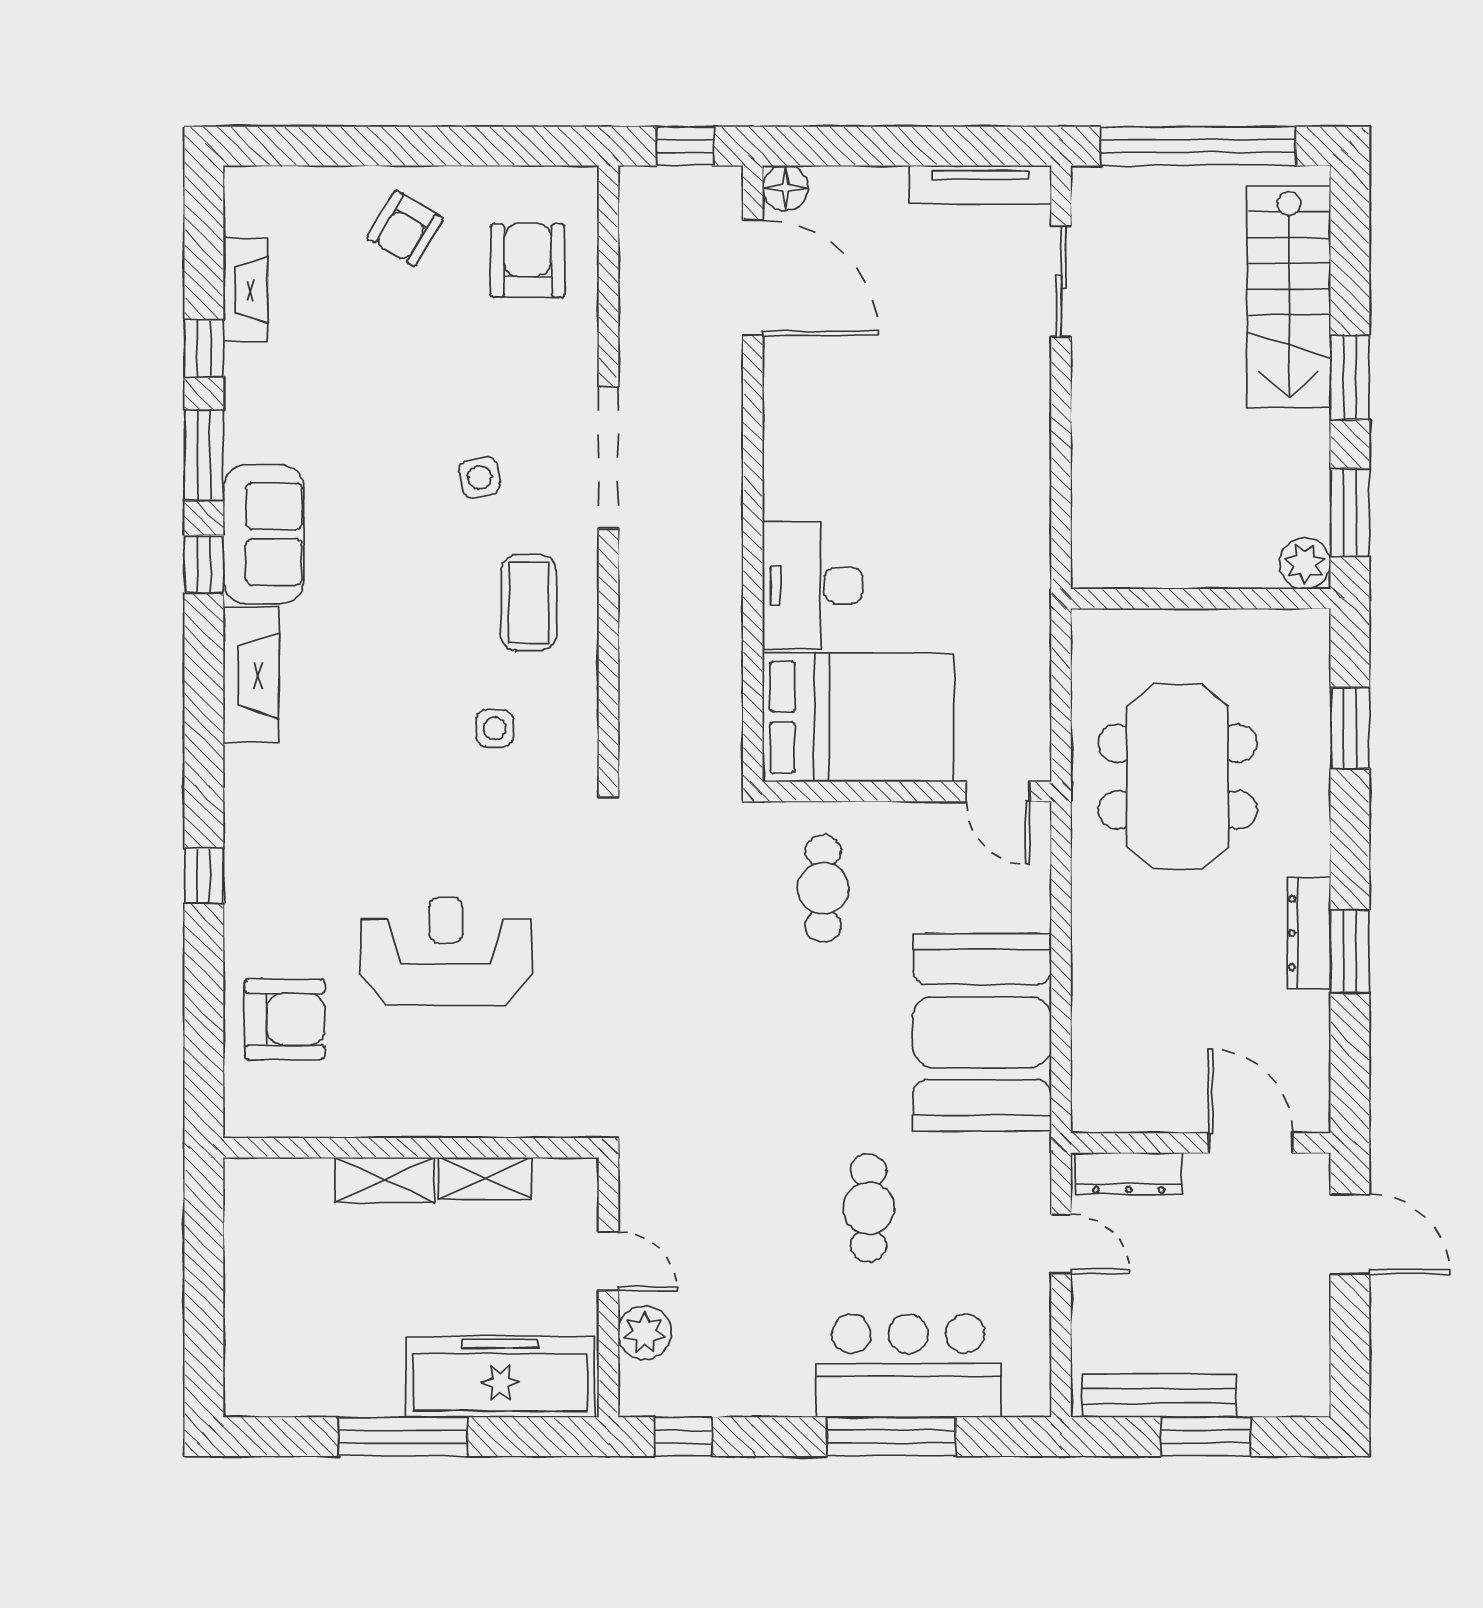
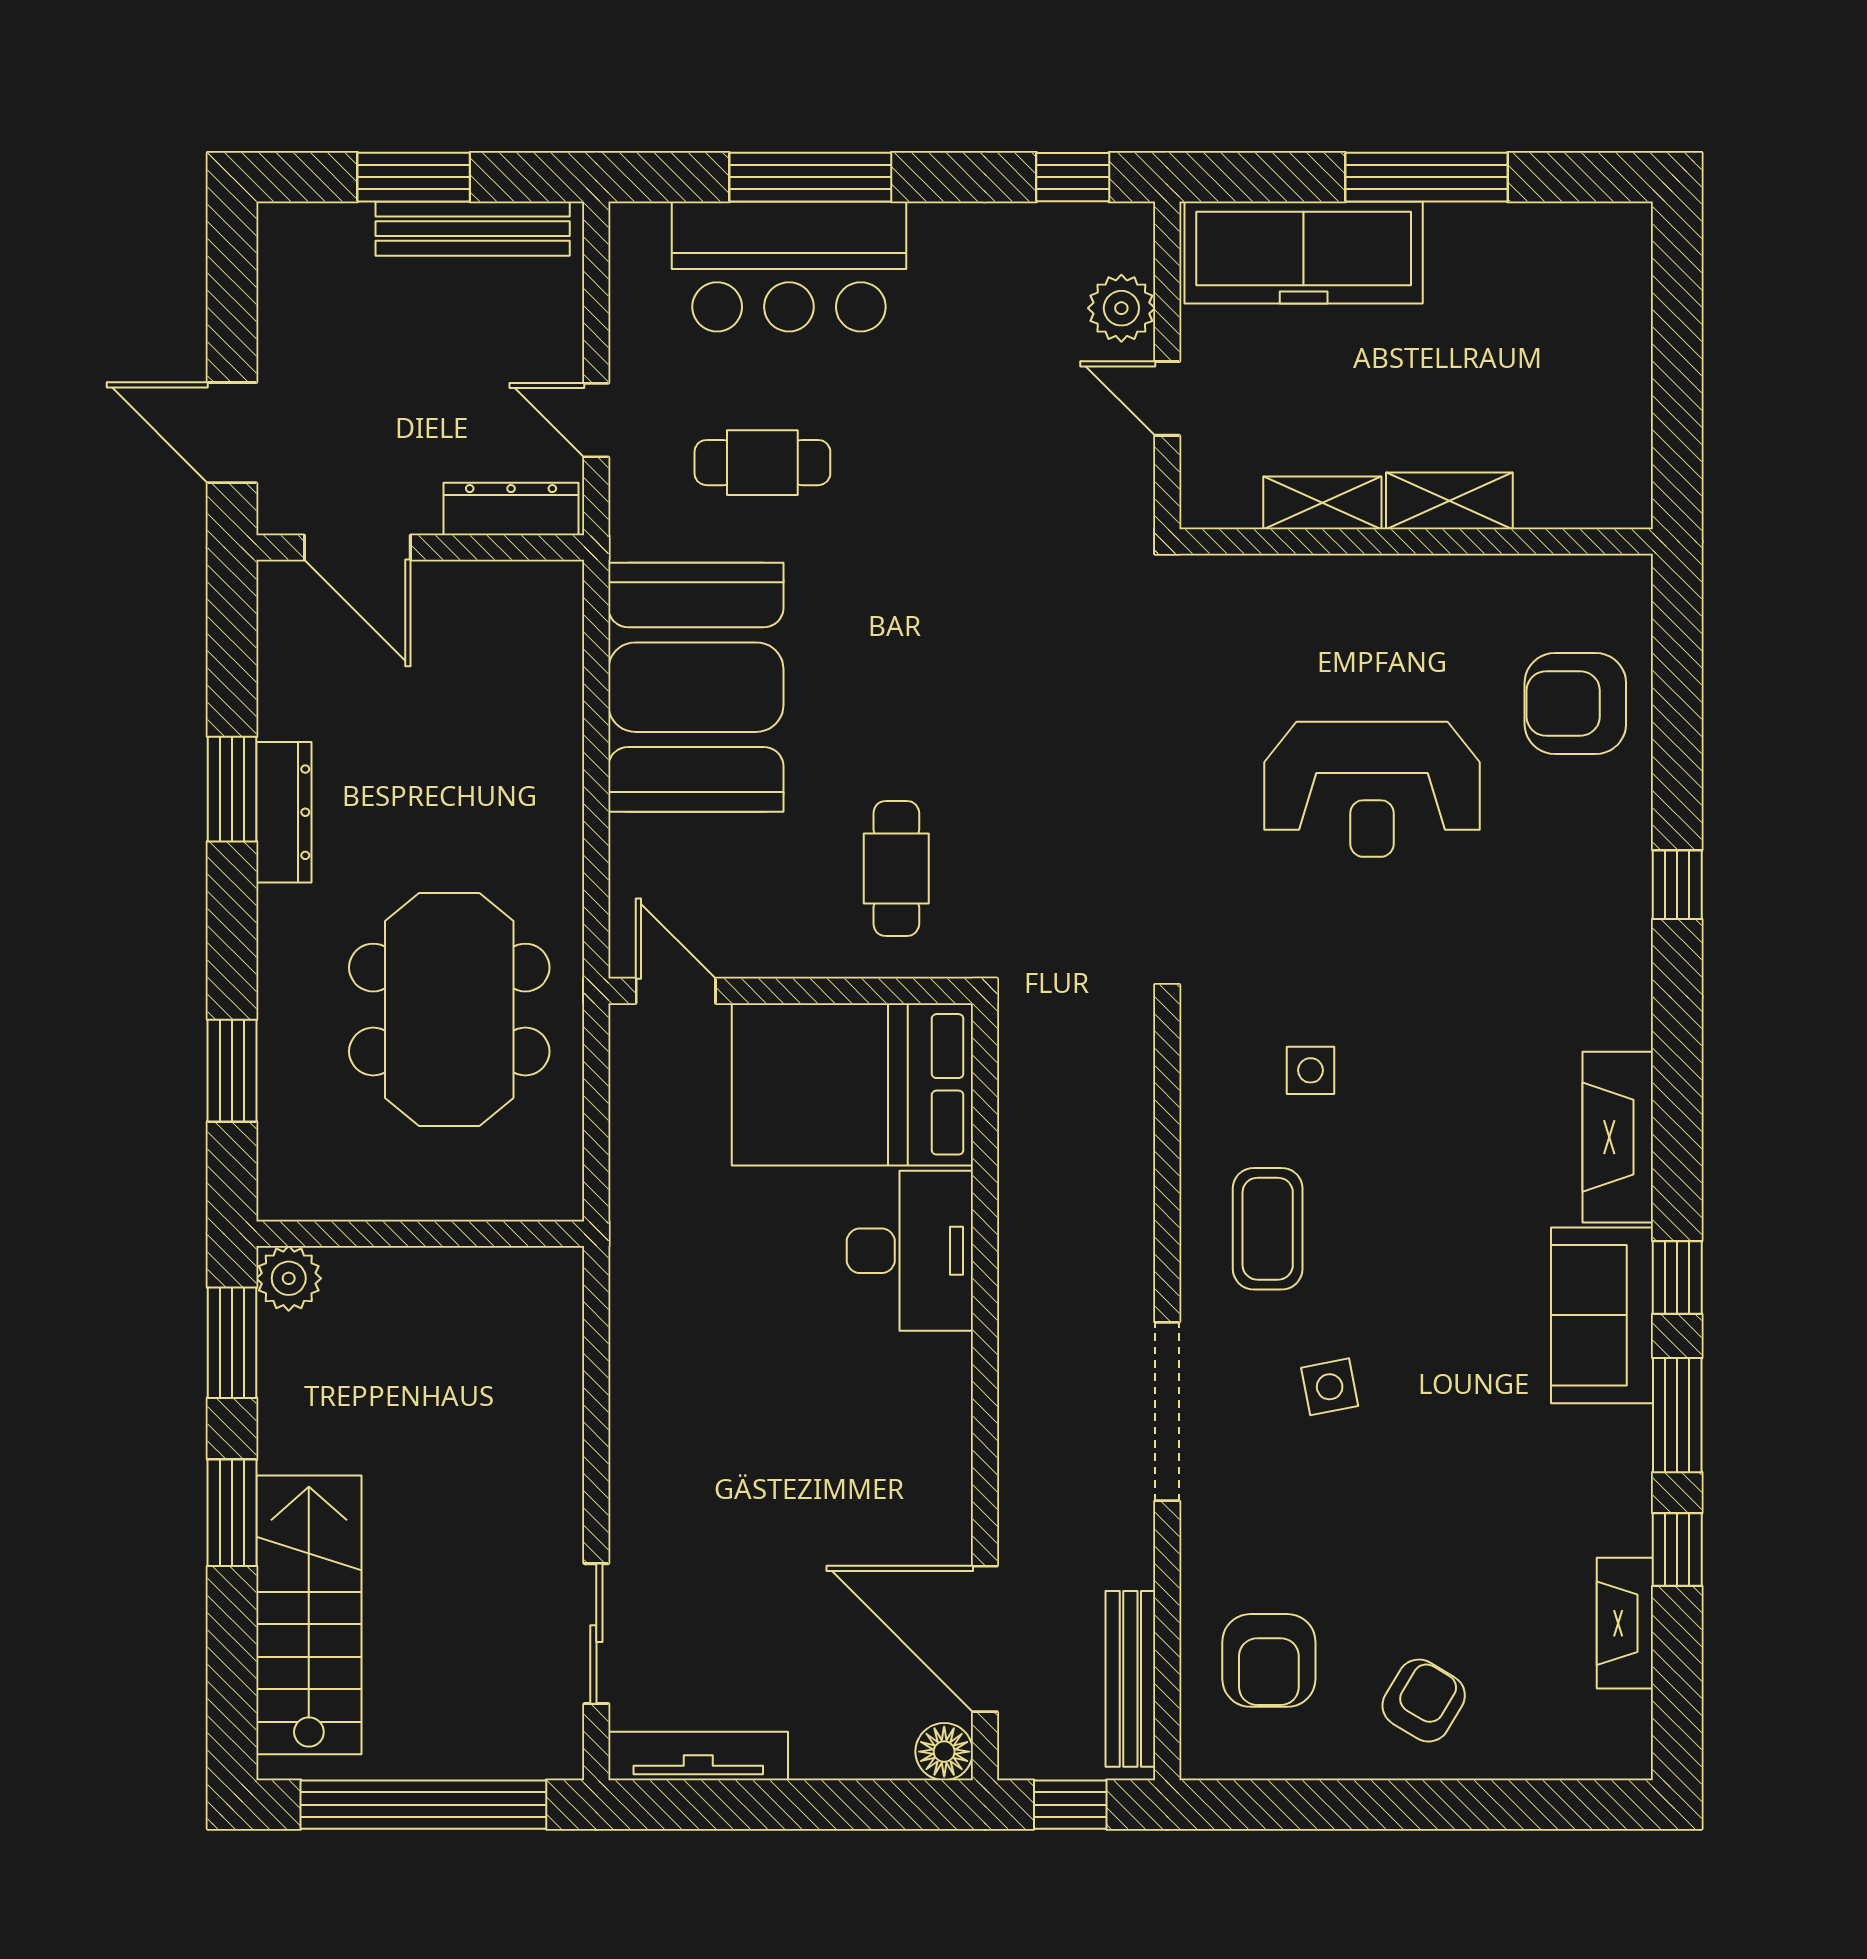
bench: (638, 246) -> (1130, 1679), added
cafe table: (869, 1208) -> (762, 463), moved, turned 90

